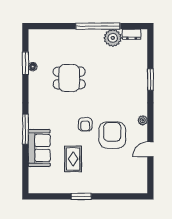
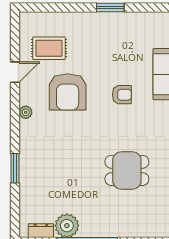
armchair: (85, 124) -> (122, 95), moved, turned 90
rug: (73, 159) -> (49, 48), moved, turned 90

